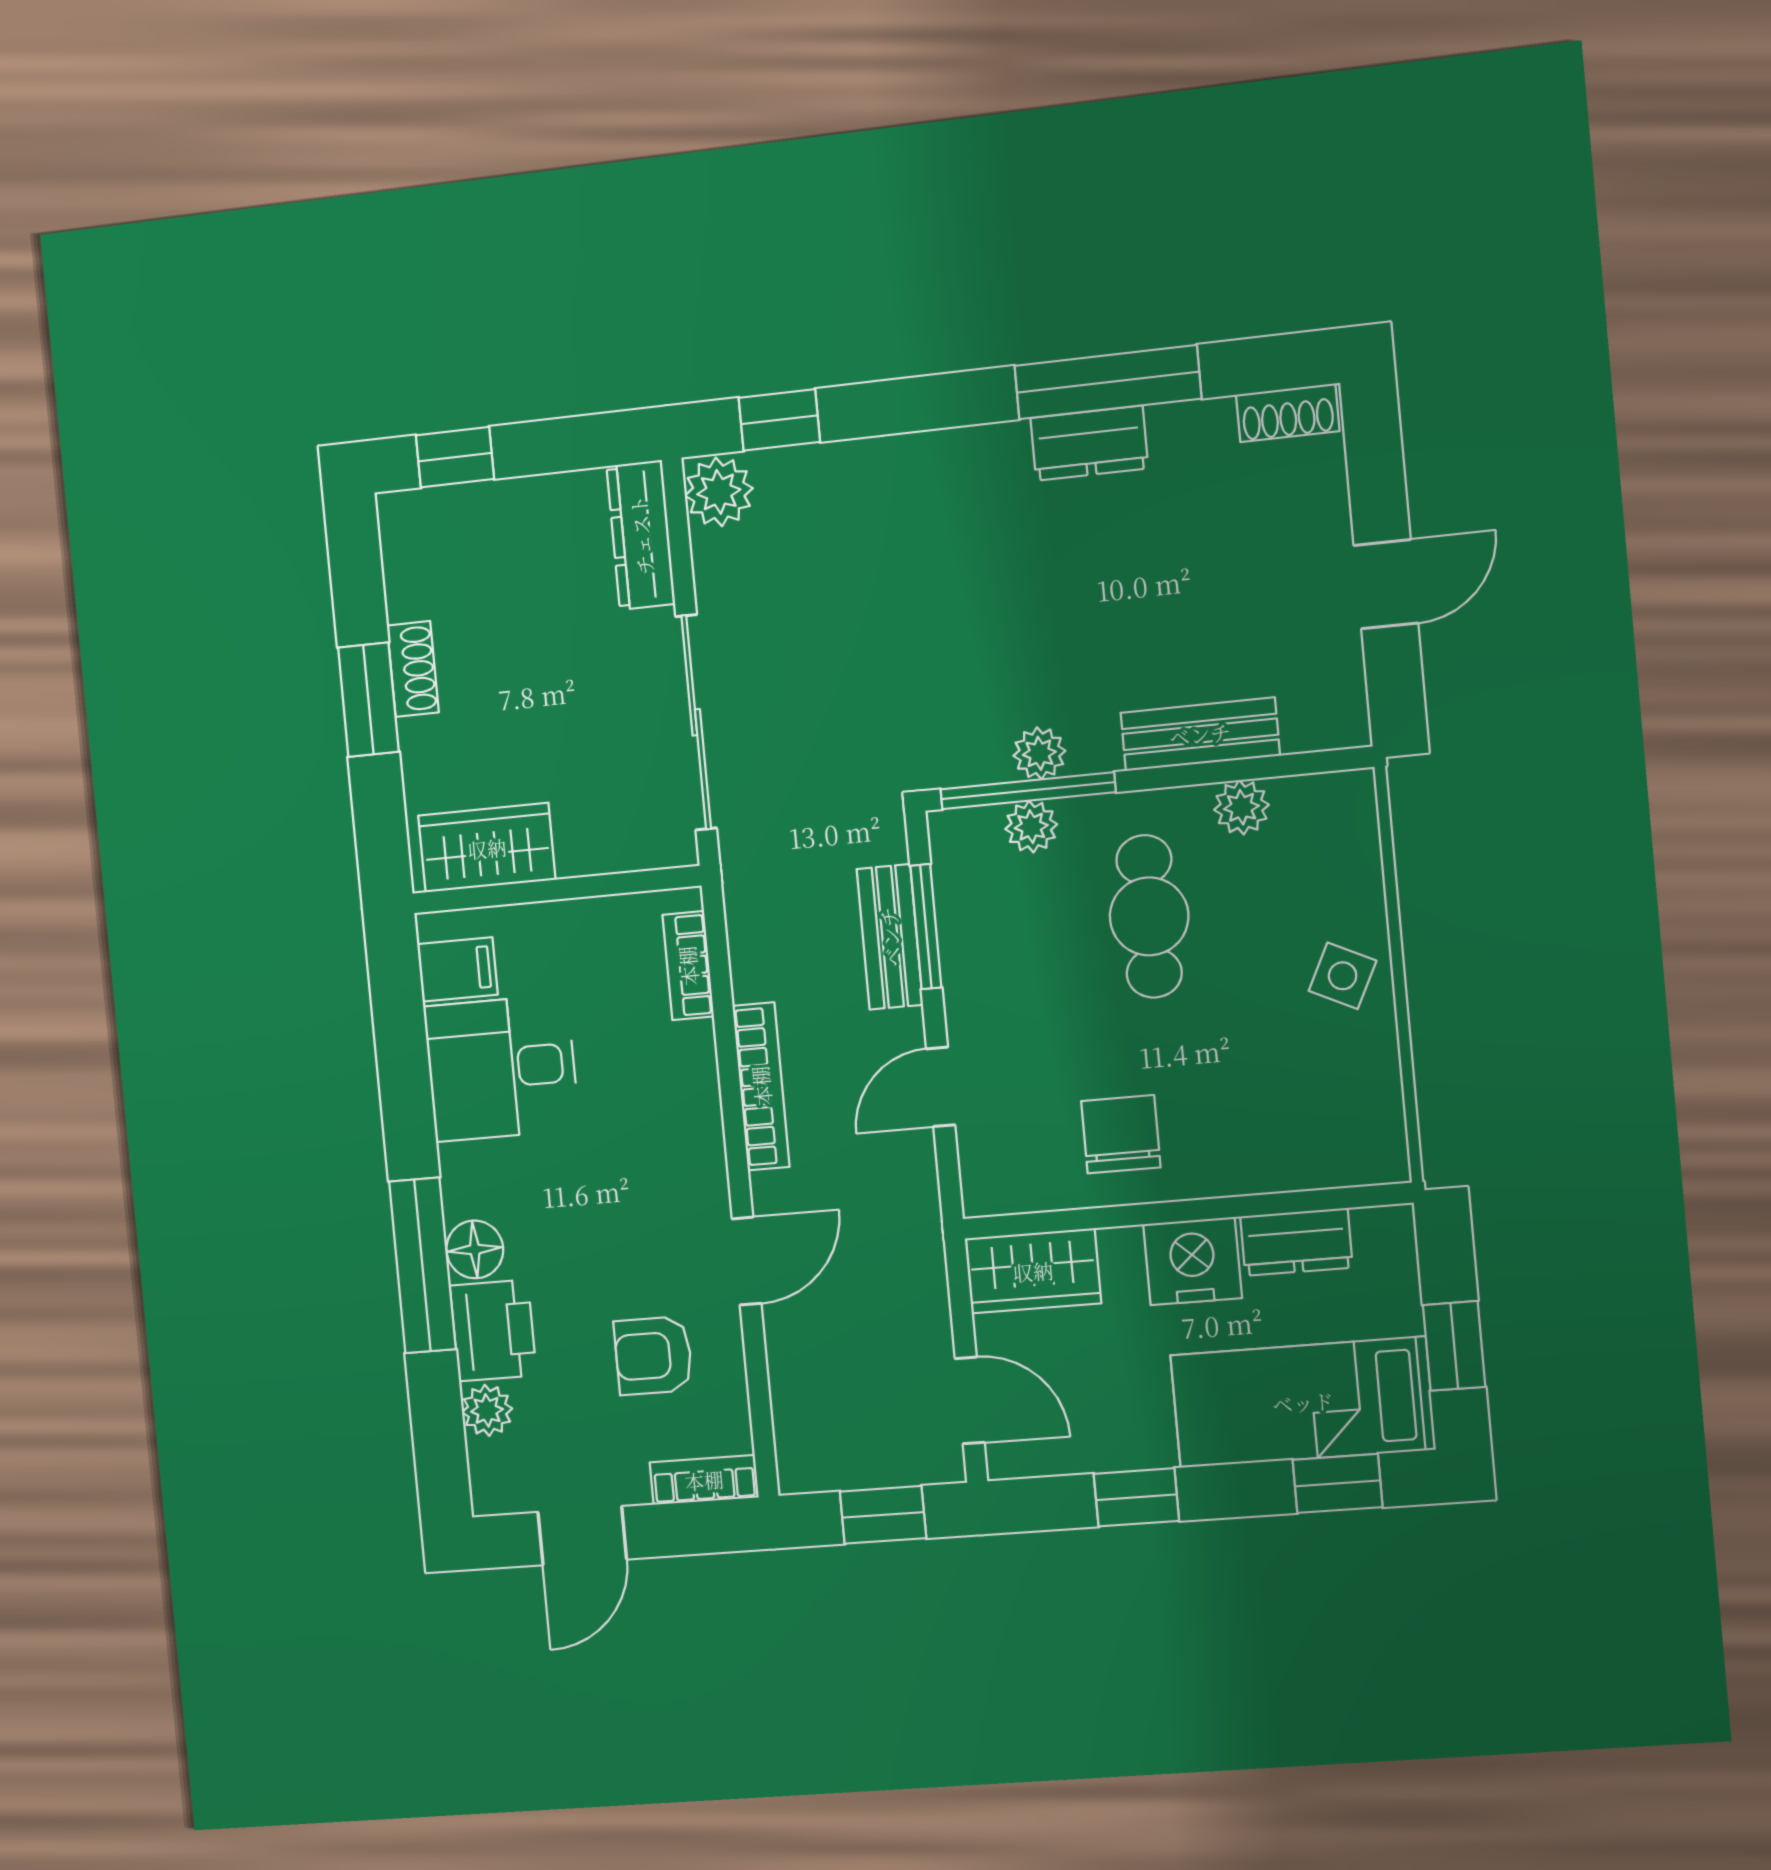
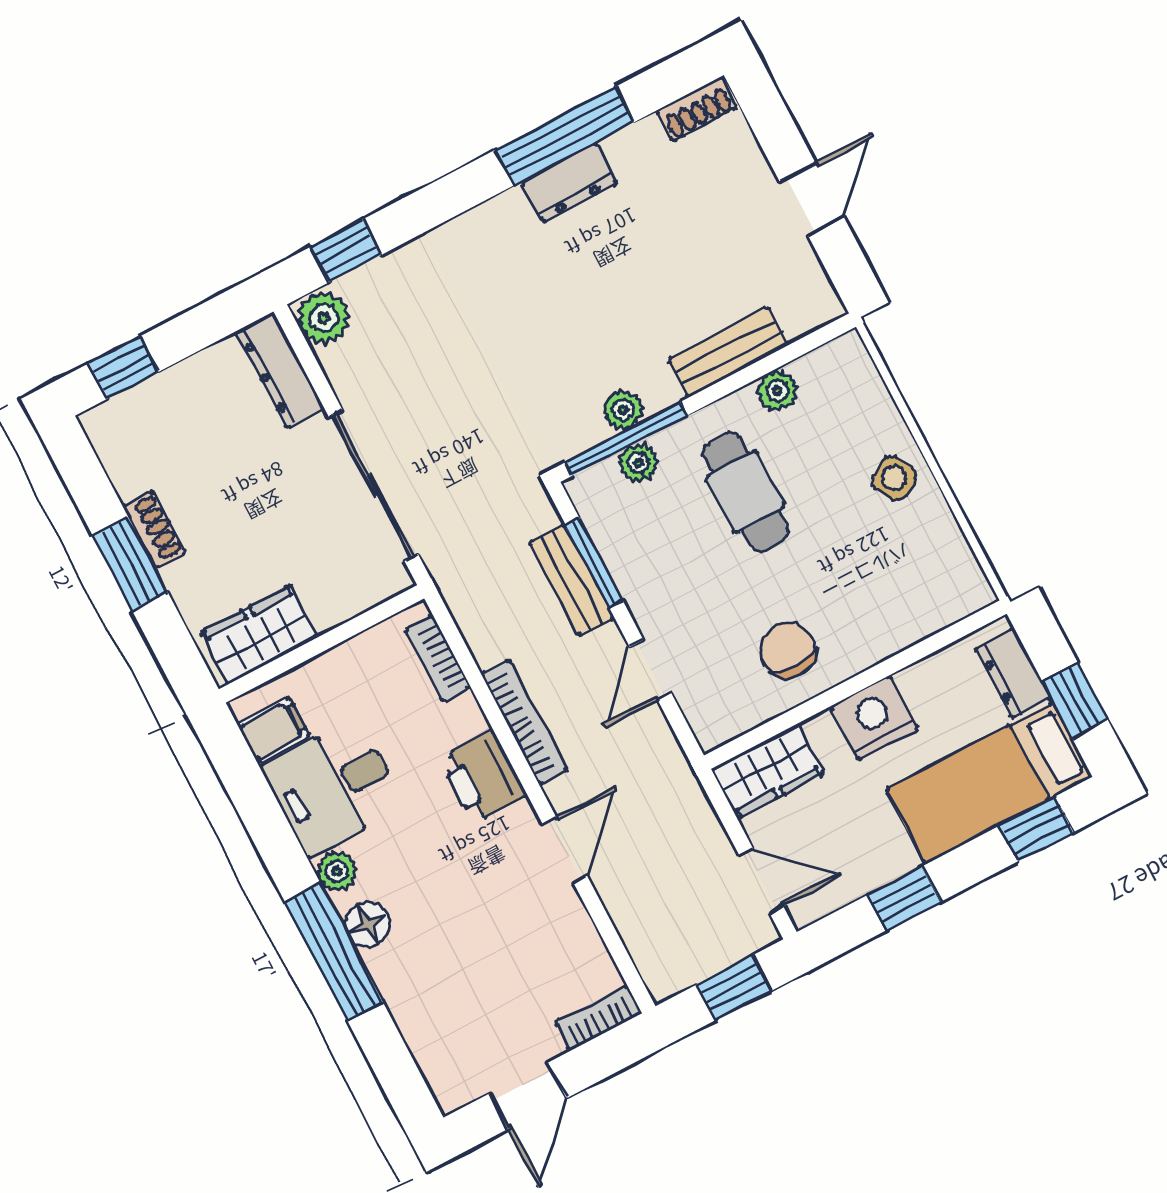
side table: (1343, 976) -> (894, 478), turned 35
dresser: (1296, 1242) -> (1013, 674), moved, turned 90
printer: (493, 1331) -> (483, 777), moved, turned 180
armchair: (653, 1356) -> (526, 945), removed
plant: (487, 1410) -> (337, 871), moved

